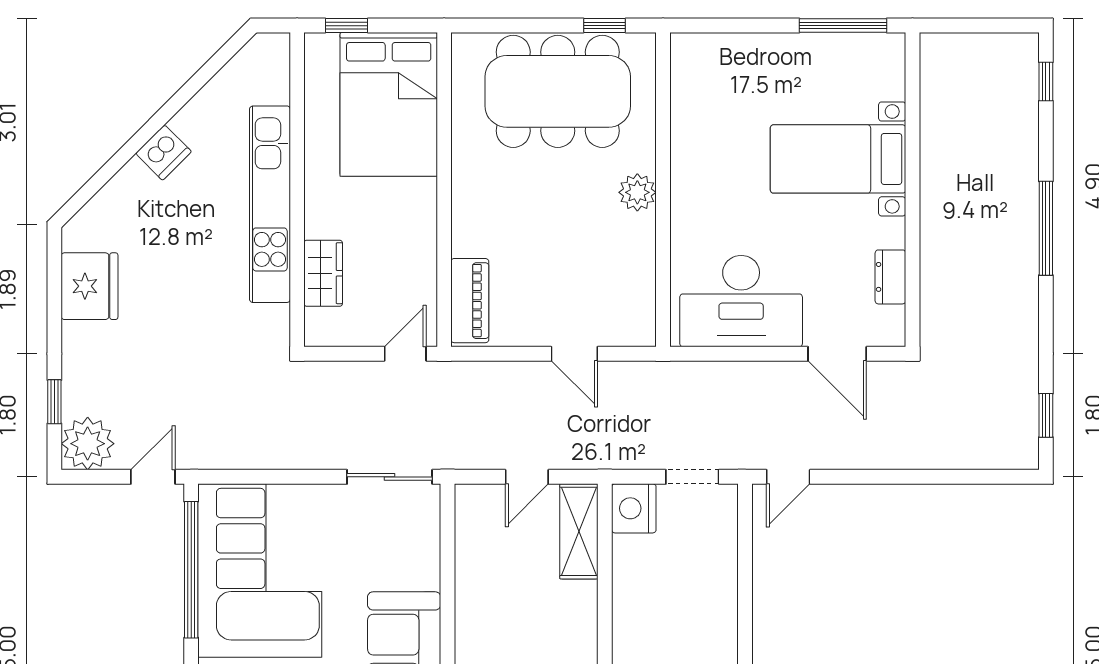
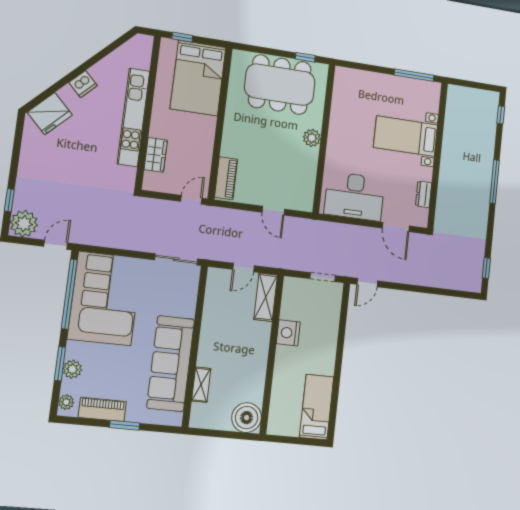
fridge: (89, 286) -> (50, 114), moved, turned 45
nightstand: (634, 508) -> (288, 333), moved

